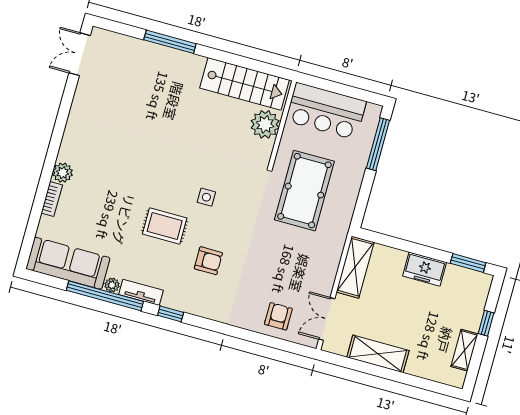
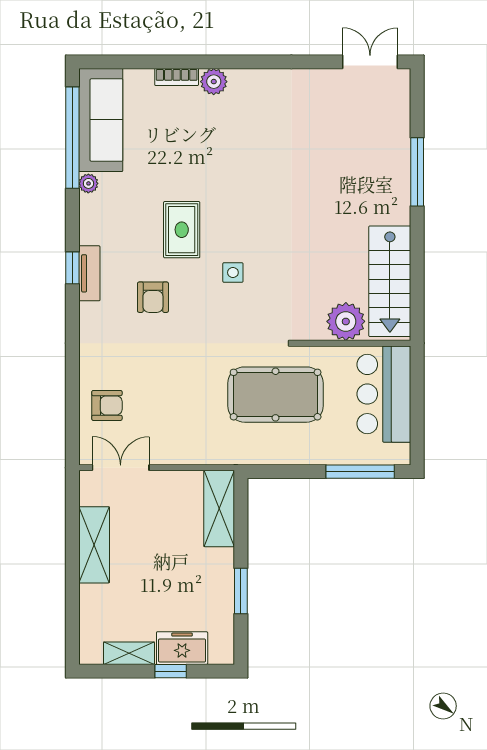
window: (468, 263) -> (241, 591), moved
shelving: (355, 267) -> (219, 509), moved, turned 90
freezer: (425, 269) -> (182, 648), moved, turned 90
tv unit: (141, 292) -> (89, 273), moved
window: (105, 296) -> (72, 138), moved

